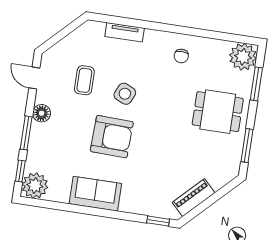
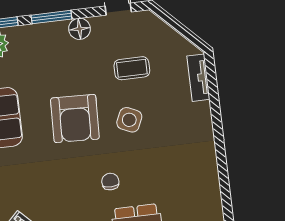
tv unit: (125, 32) -> (198, 78), moved
chair: (181, 56) -> (110, 182), moved, turned 90

